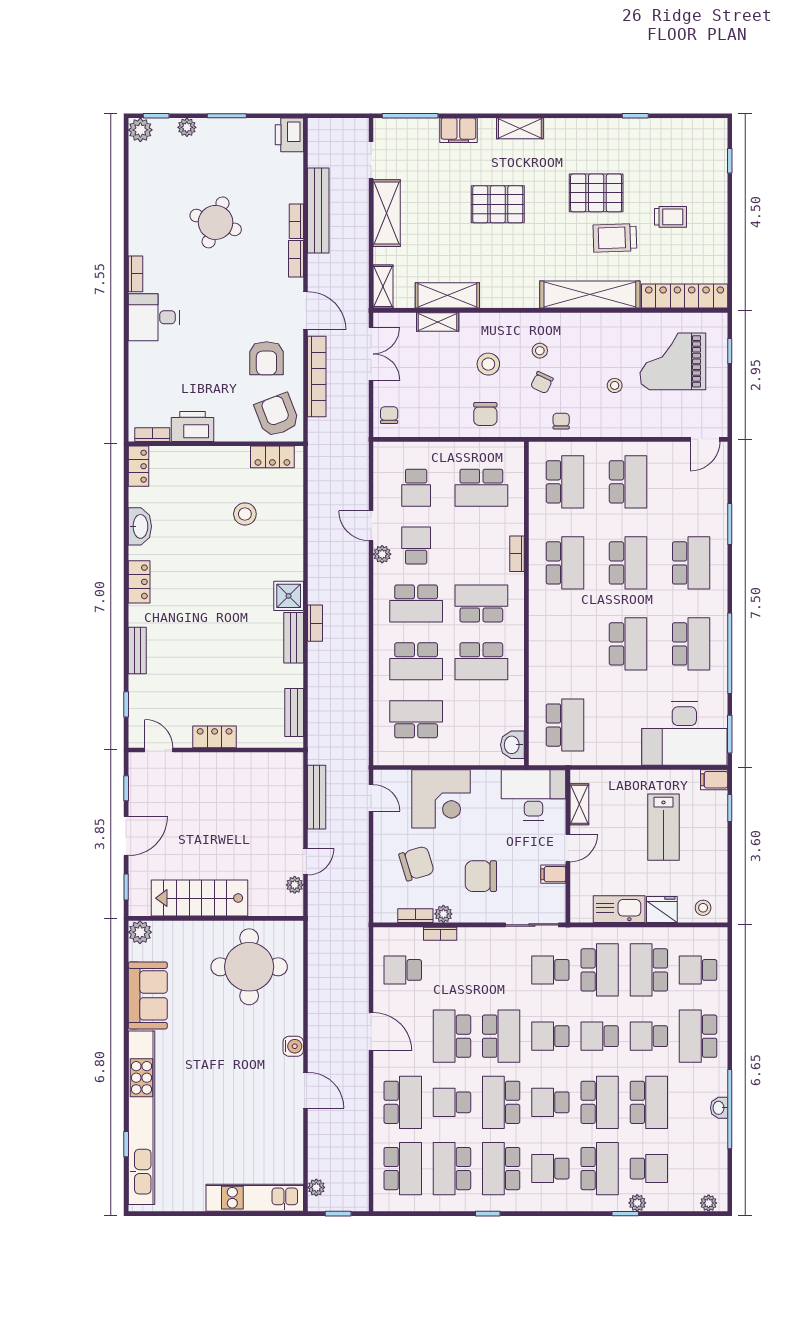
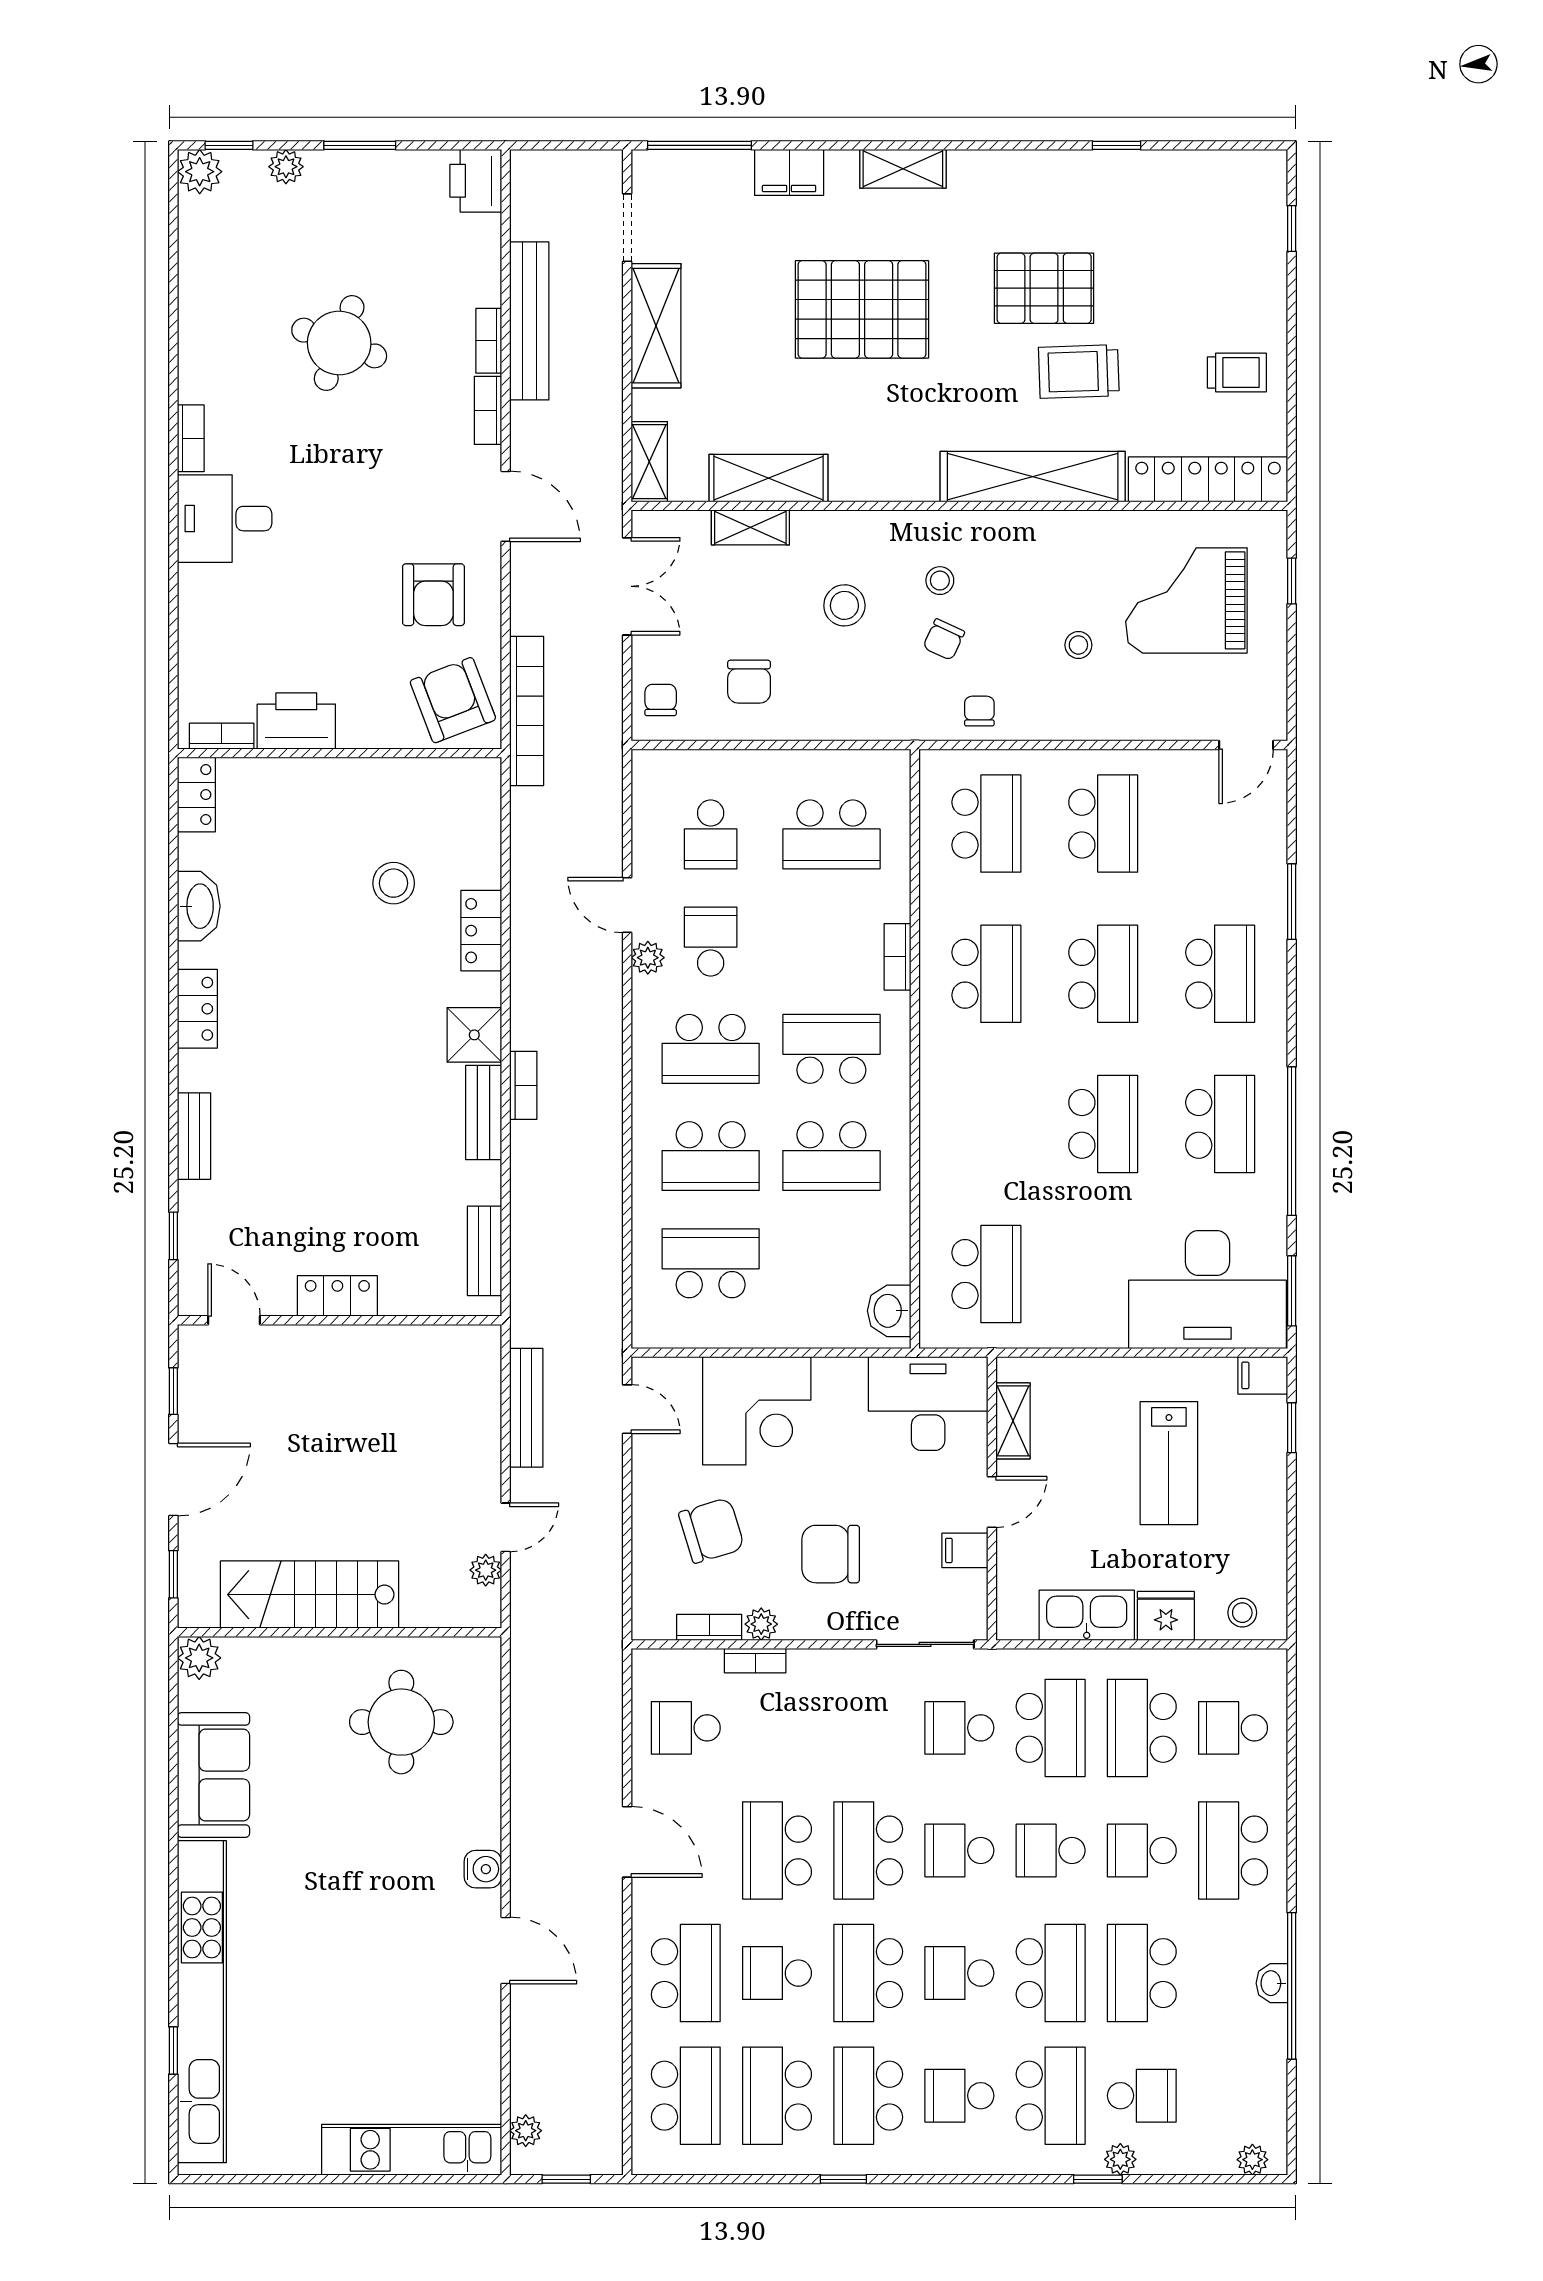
pallet: (498, 204) -> (862, 309), width x1.37, depth x1.41
trolley: (671, 217) -> (1237, 373), moved
bookcase: (317, 377) -> (527, 711), moved
chair: (485, 414) -> (749, 682), moved
locker: (272, 457) -> (481, 931), moved, turned 90
round table: (249, 967) -> (401, 1722), width x0.73, depth x0.73
school desk: (501, 1036) -> (868, 1850), turned 180
school desk: (649, 1102) -> (1142, 1973), turned 180

